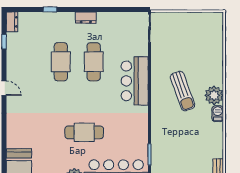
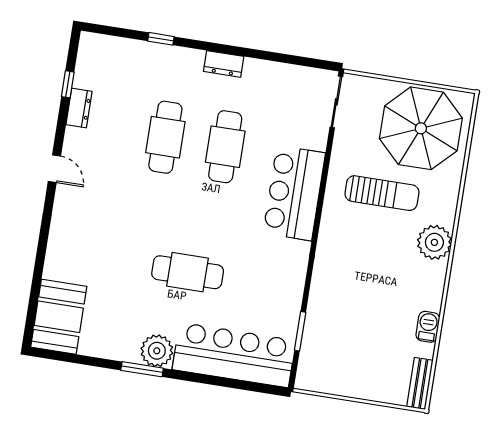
dresser: (12, 22) -> (79, 108), moved
parasol: (197, 35) -> (421, 128), added
sun lounger: (183, 91) -> (382, 193), moved, turned -70
barbecue: (218, 114) -> (428, 327), moved

